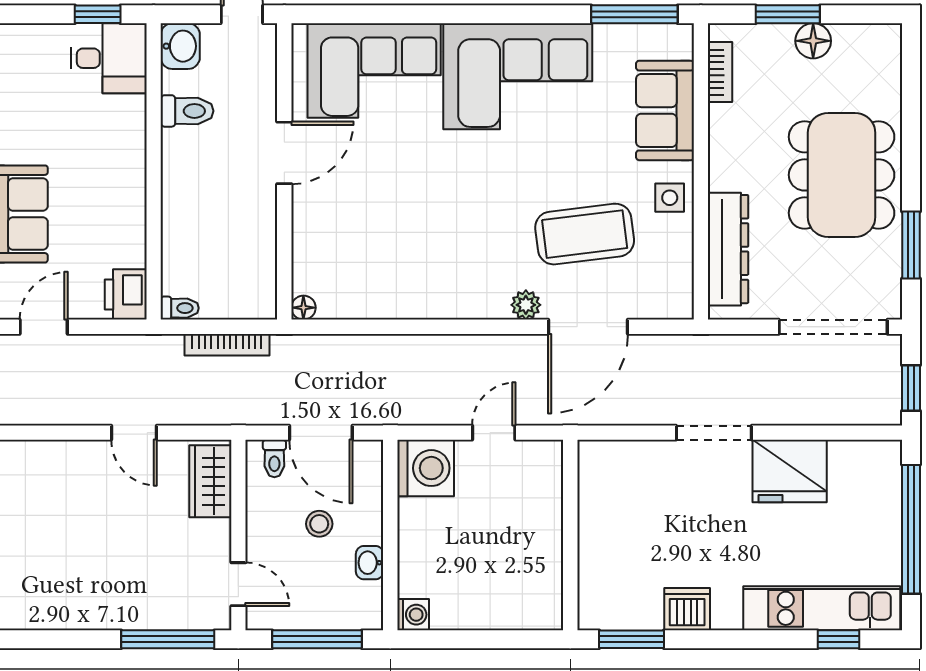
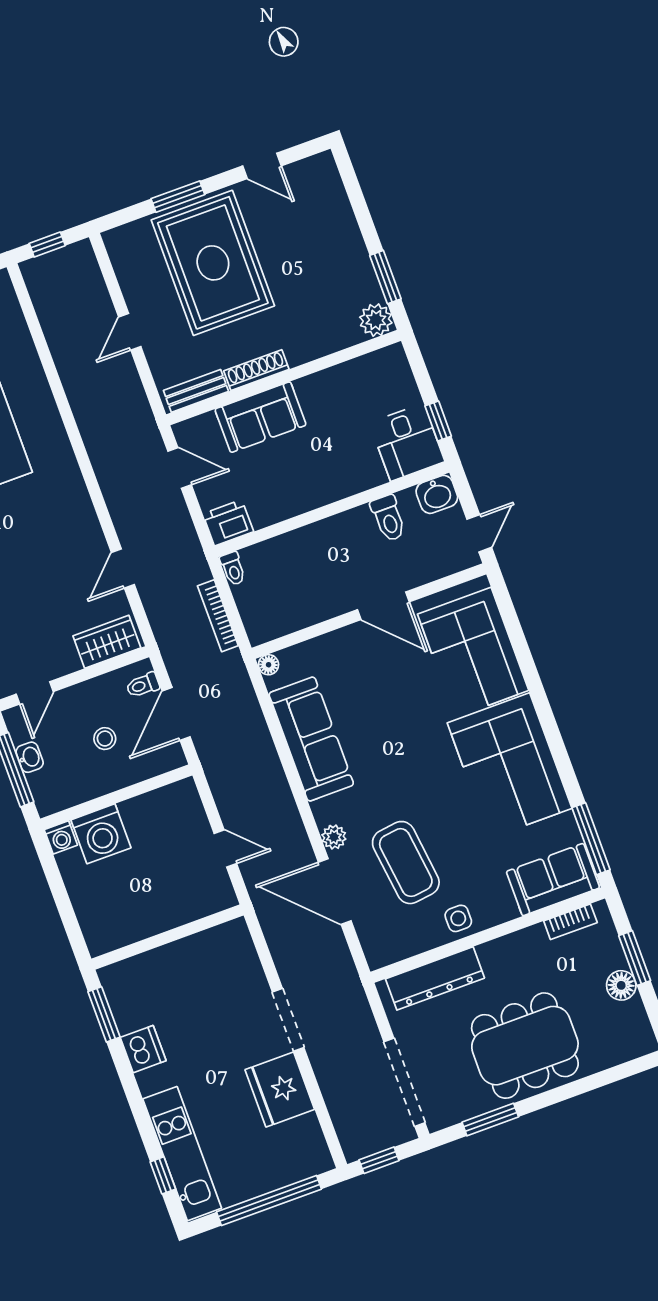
sofa: (665, 110) -> (553, 880), moved
sofa: (405, 290) -> (311, 739), added
washing machine: (426, 468) -> (101, 834), moved
washbasin: (370, 563) -> (30, 757), moved, turned 90

